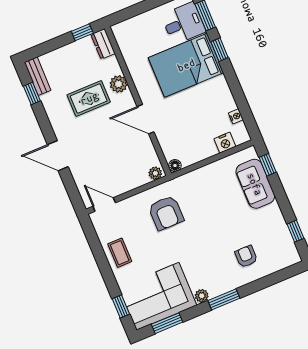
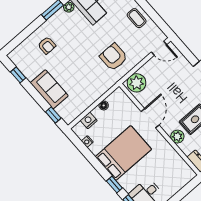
bed: (186, 65) -> (123, 153), moved
door: (146, 119) -> (150, 118), hinge flipped
floor lamp: (175, 166) -> (104, 105), moved
plant: (155, 173) -> (137, 83), width x1.88, depth x1.88
sofa: (255, 184) -> (49, 89), moved

